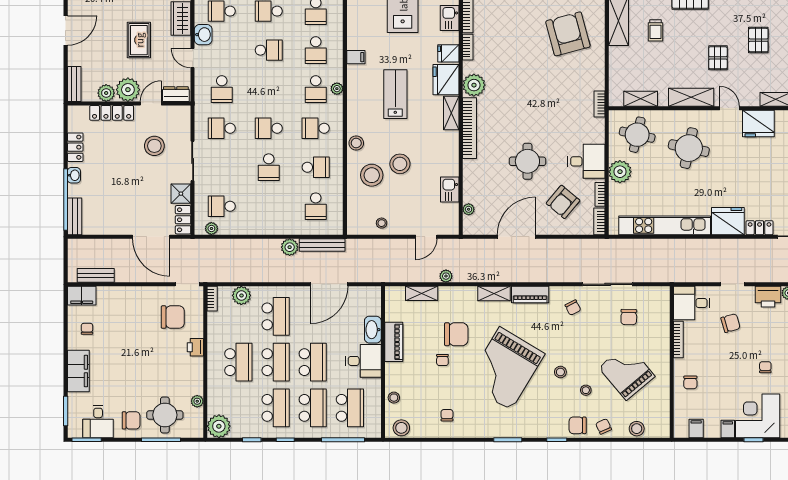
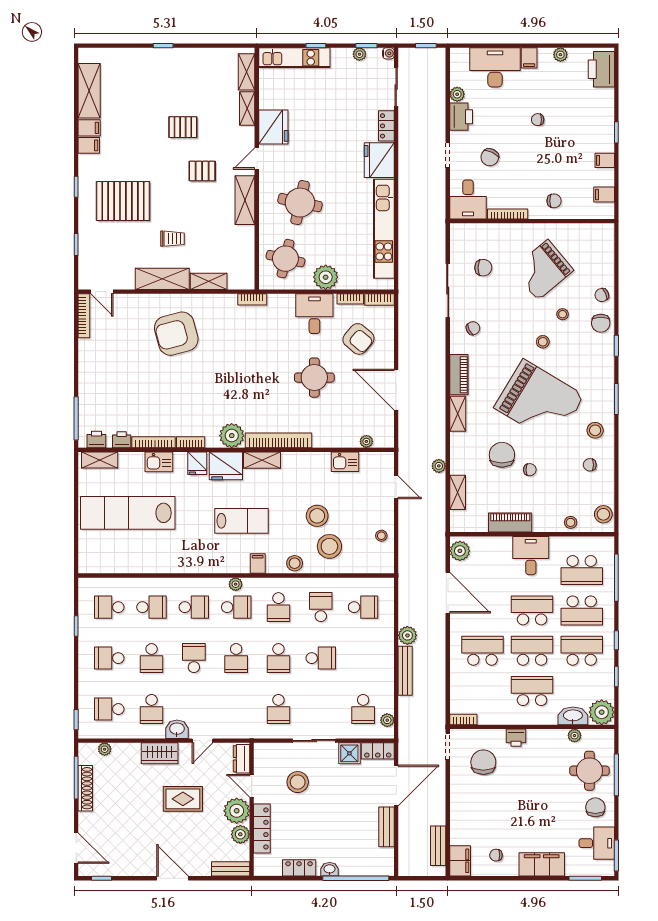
filing cabinet: (356, 57) -> (258, 564), moved
school desk: (222, 89) -> (236, 658), moved, turned 90
lab bench: (395, 94) -> (242, 521), turned 180
shelving: (641, 99) -> (209, 281), moved, turned 90
bench: (75, 216) -> (386, 827), moved, turned 90
bench: (322, 245) -> (405, 671), moved
plant: (241, 295) -> (460, 551), moved
chair: (731, 323) -> (490, 157), turned -139
washbasin: (373, 330) -> (573, 716), moved, turned 180
school desk: (313, 408) -> (582, 610), turned 180
school desk: (350, 408) -> (582, 570), turned 180
corner desk: (758, 416) -> (590, 128), removed
stool: (637, 429) -> (595, 430), moved

